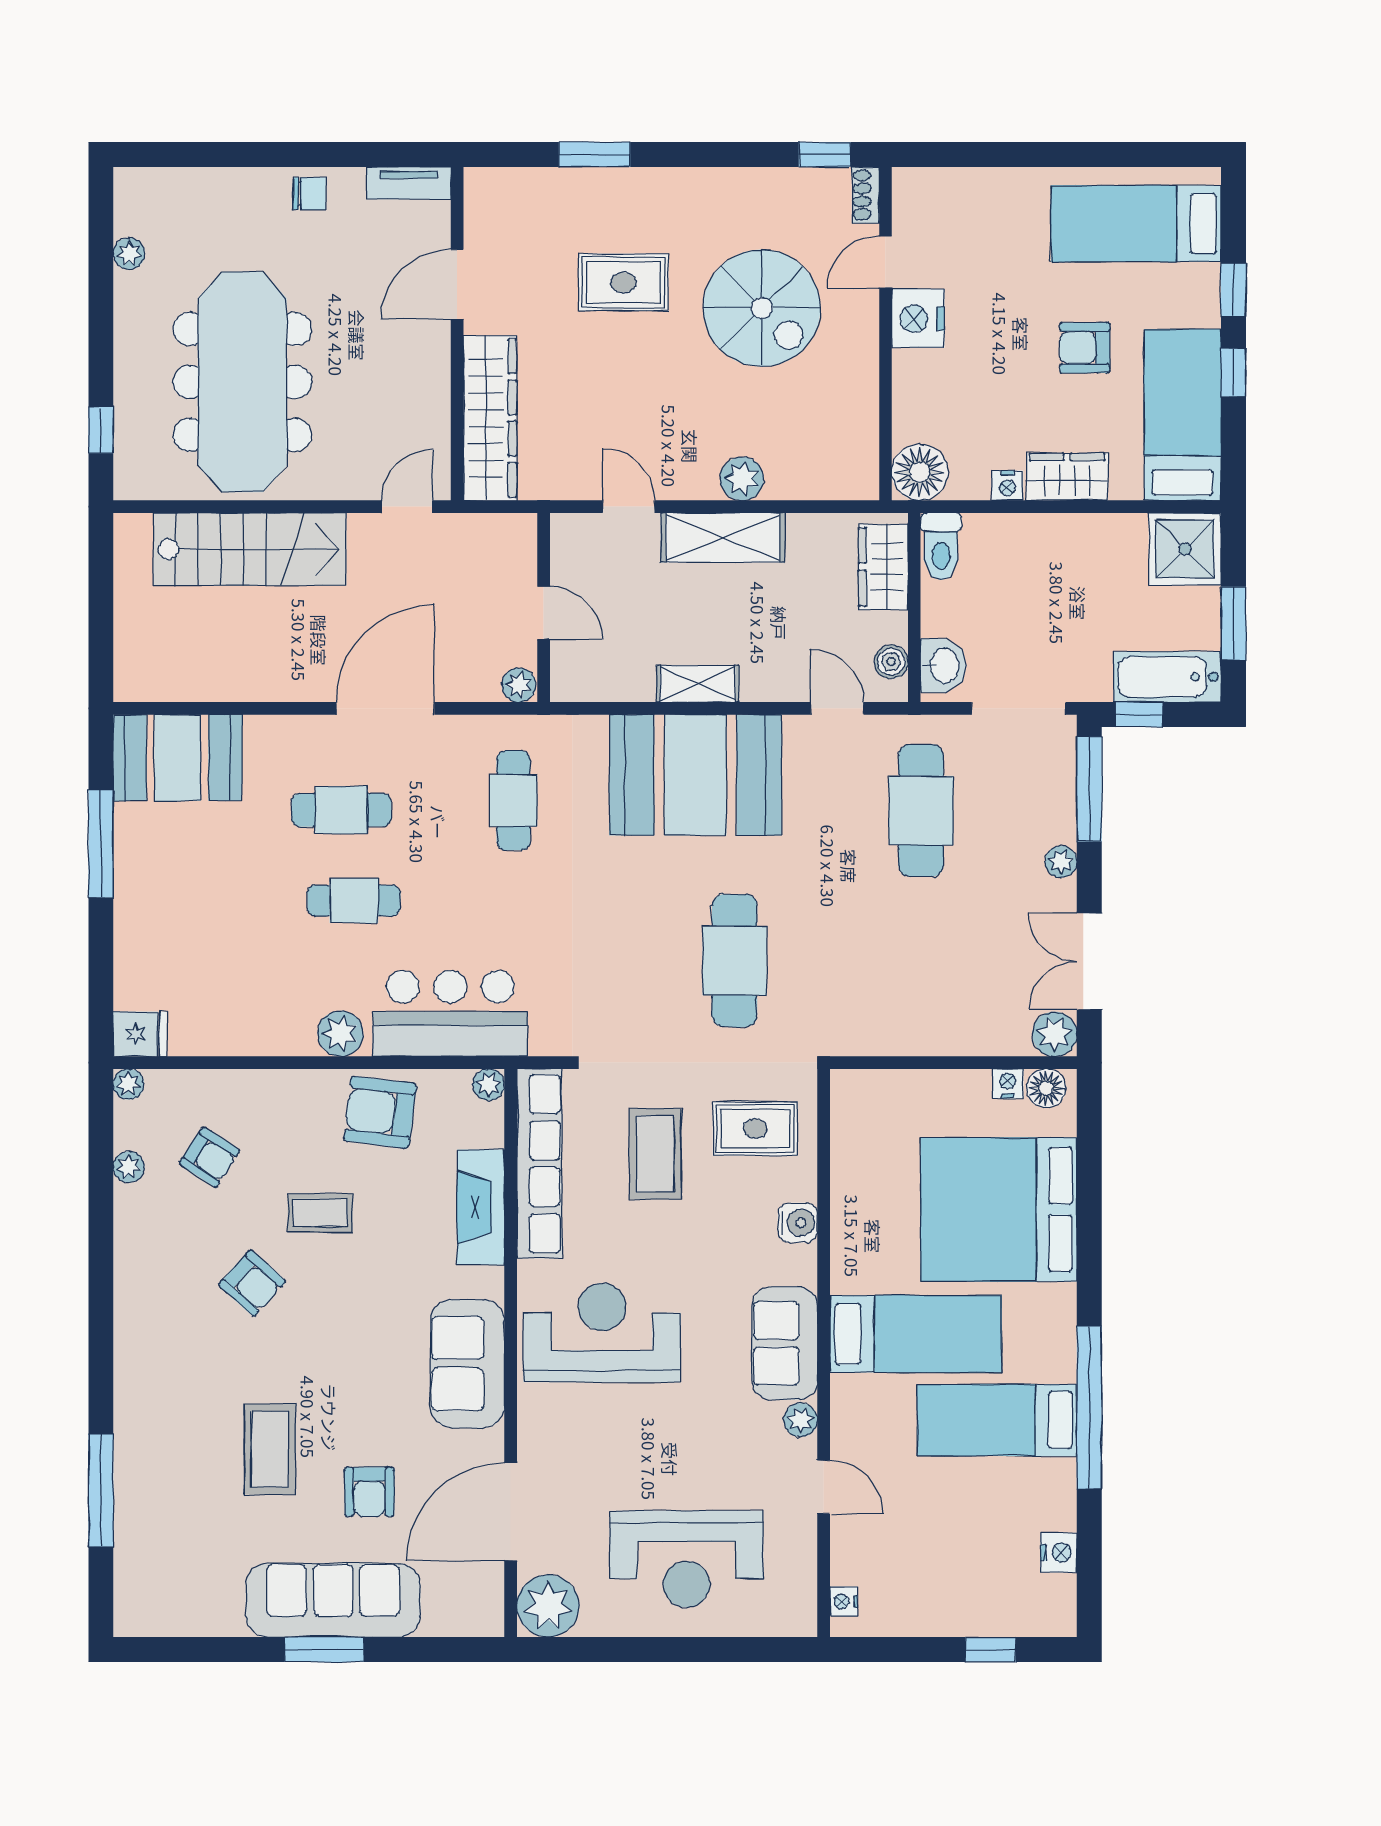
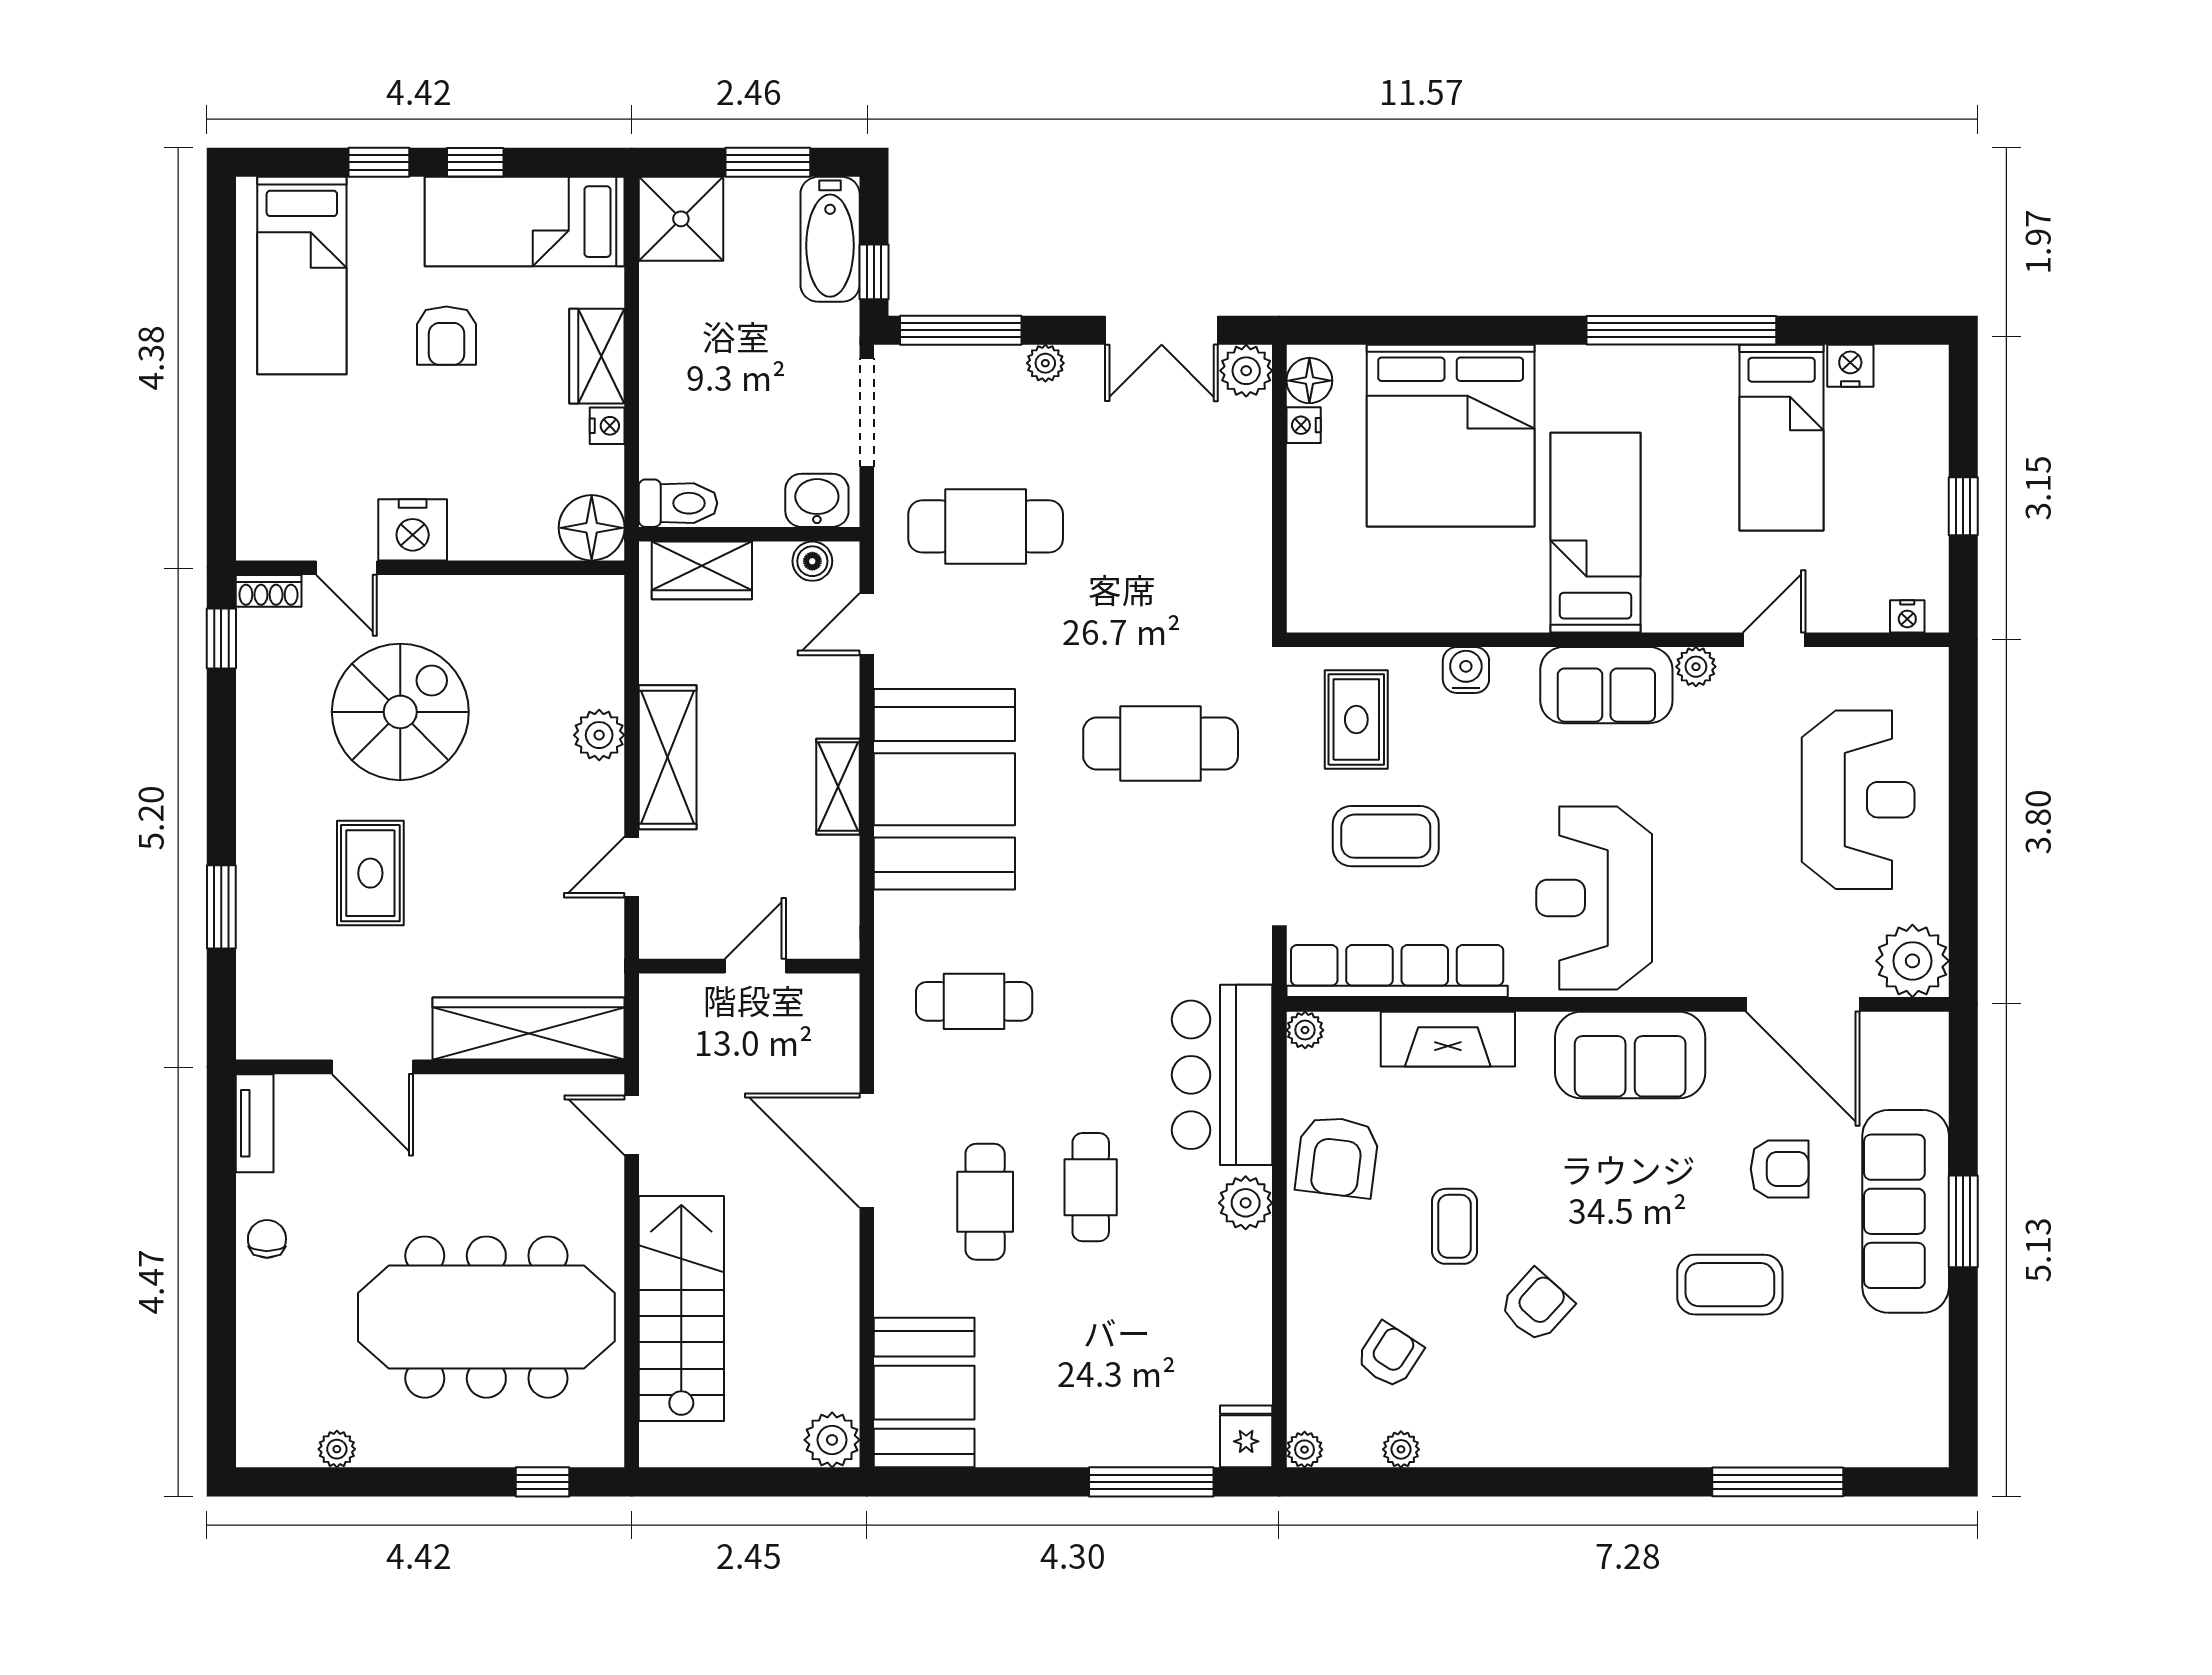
plant: (519, 685) -> (832, 1440), moved, width x1.38, depth x1.38
window: (101, 844) -> (1151, 1482), moved
bed: (997, 1420) -> (1782, 438), moved
window: (990, 1649) -> (1963, 506), moved

